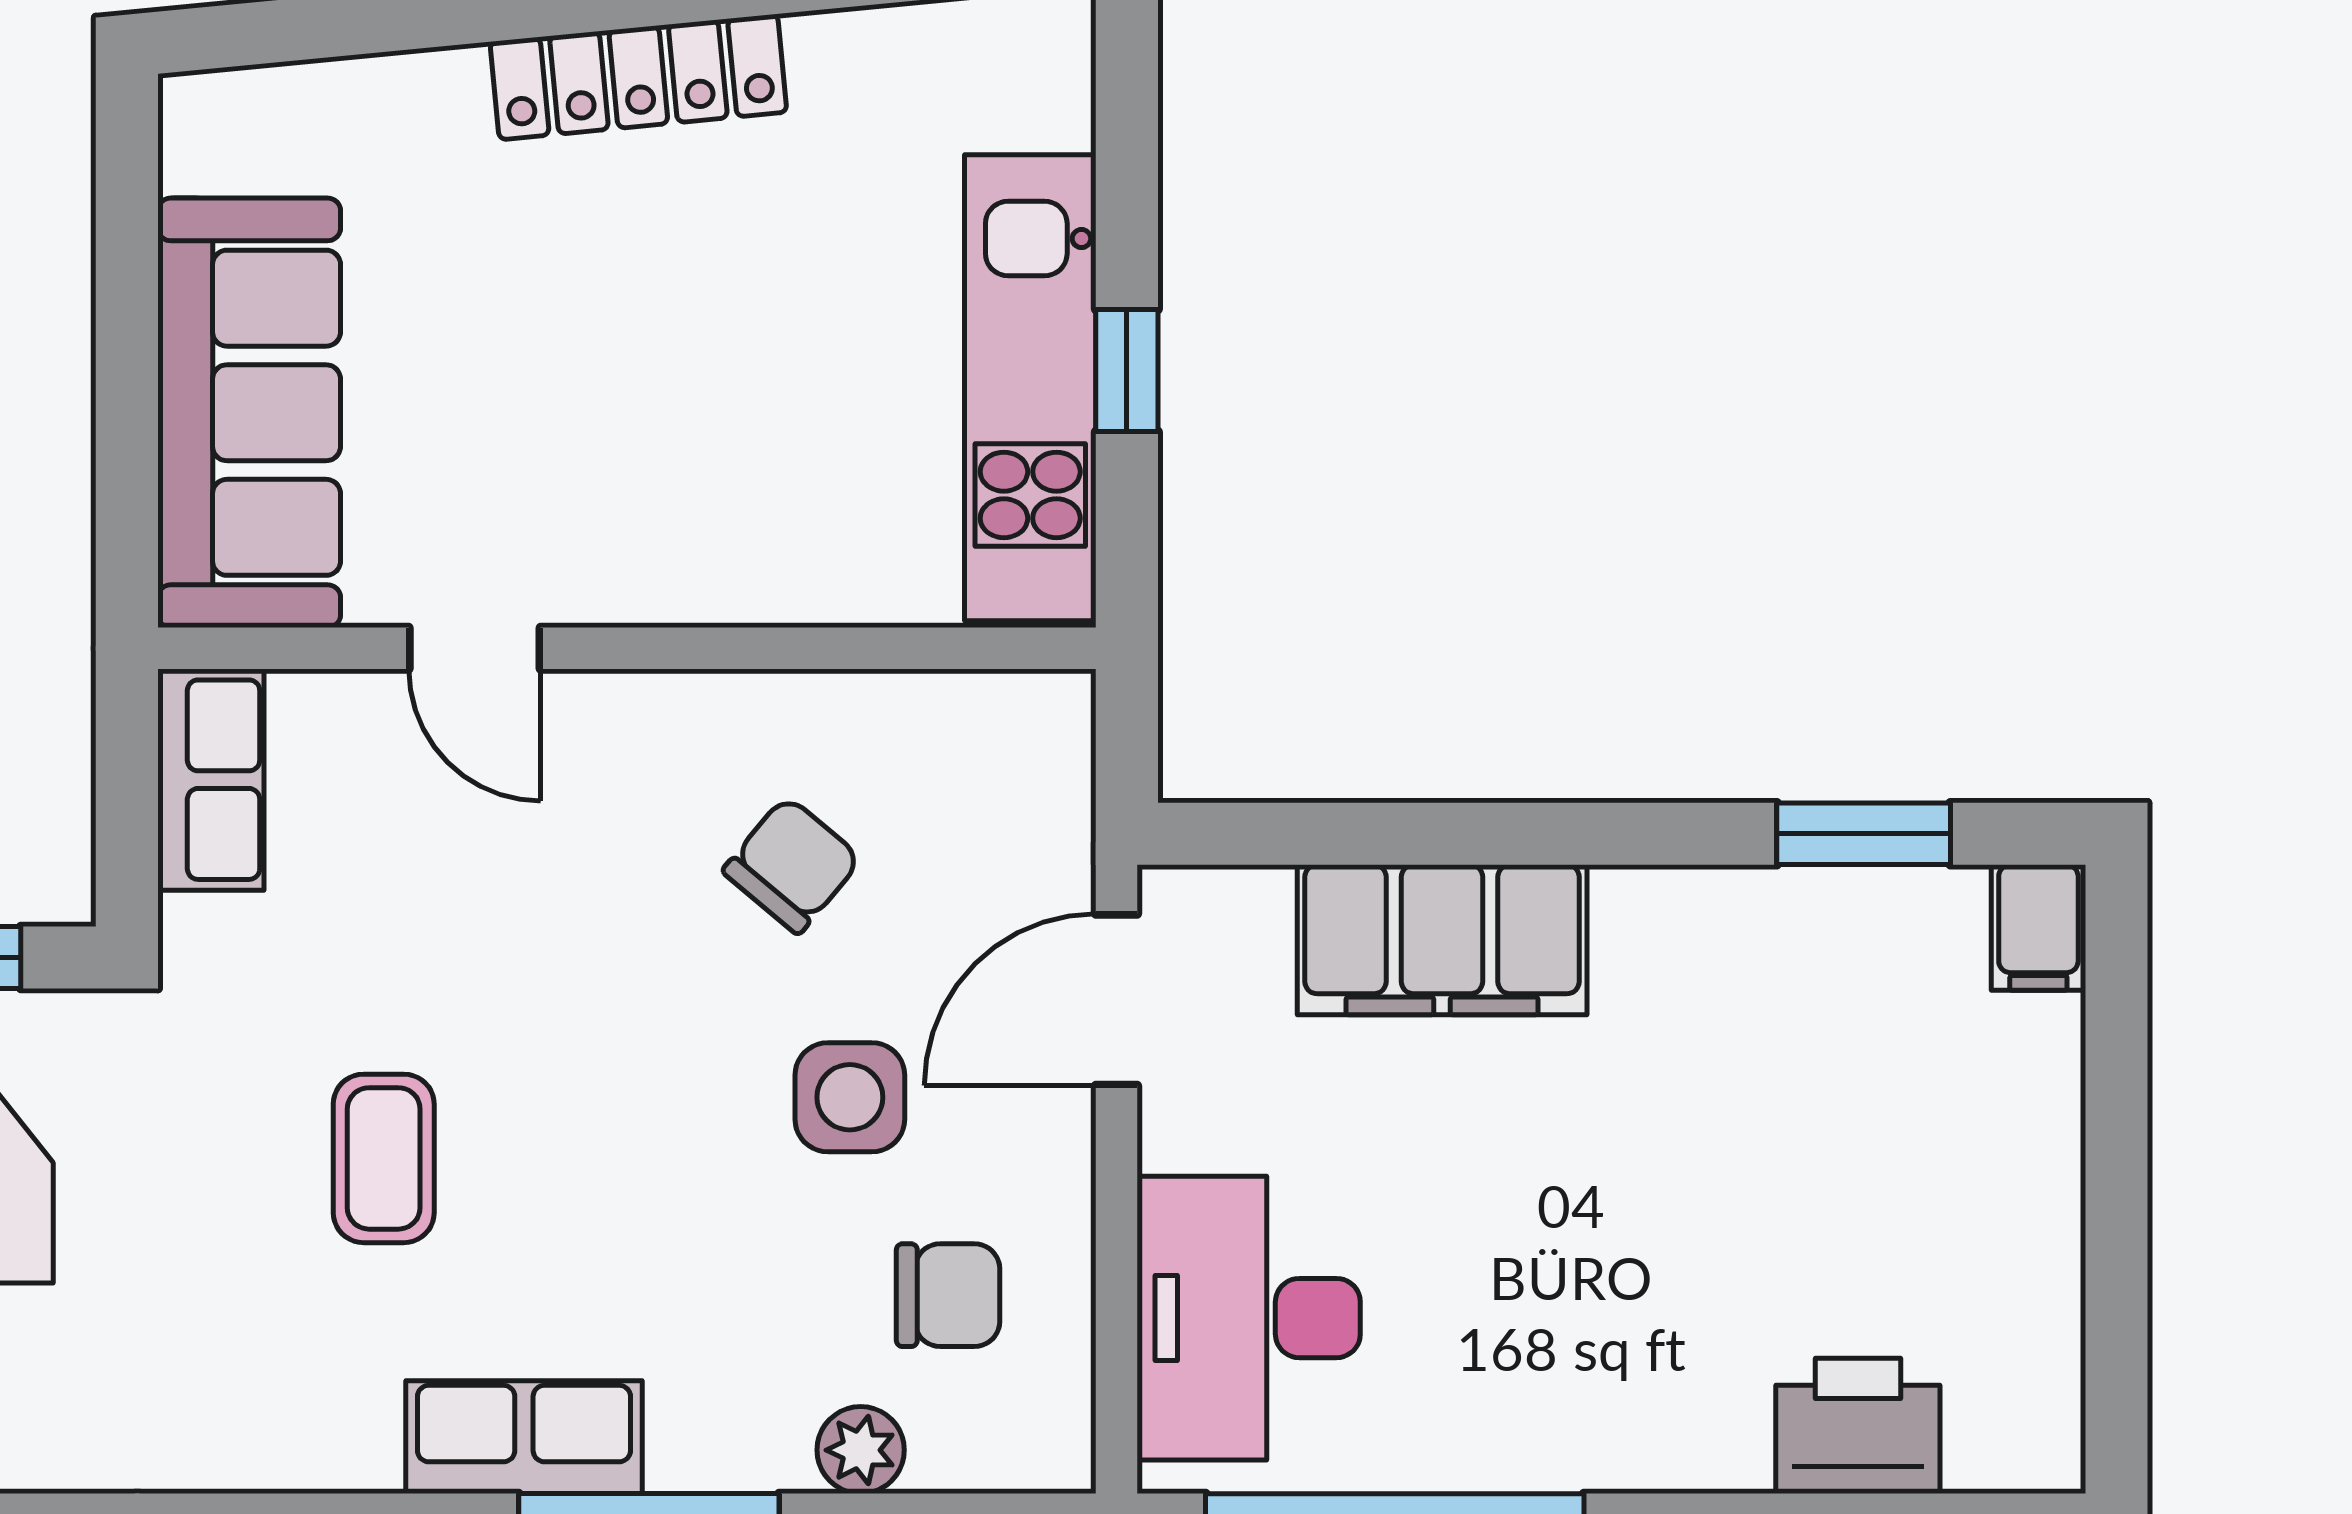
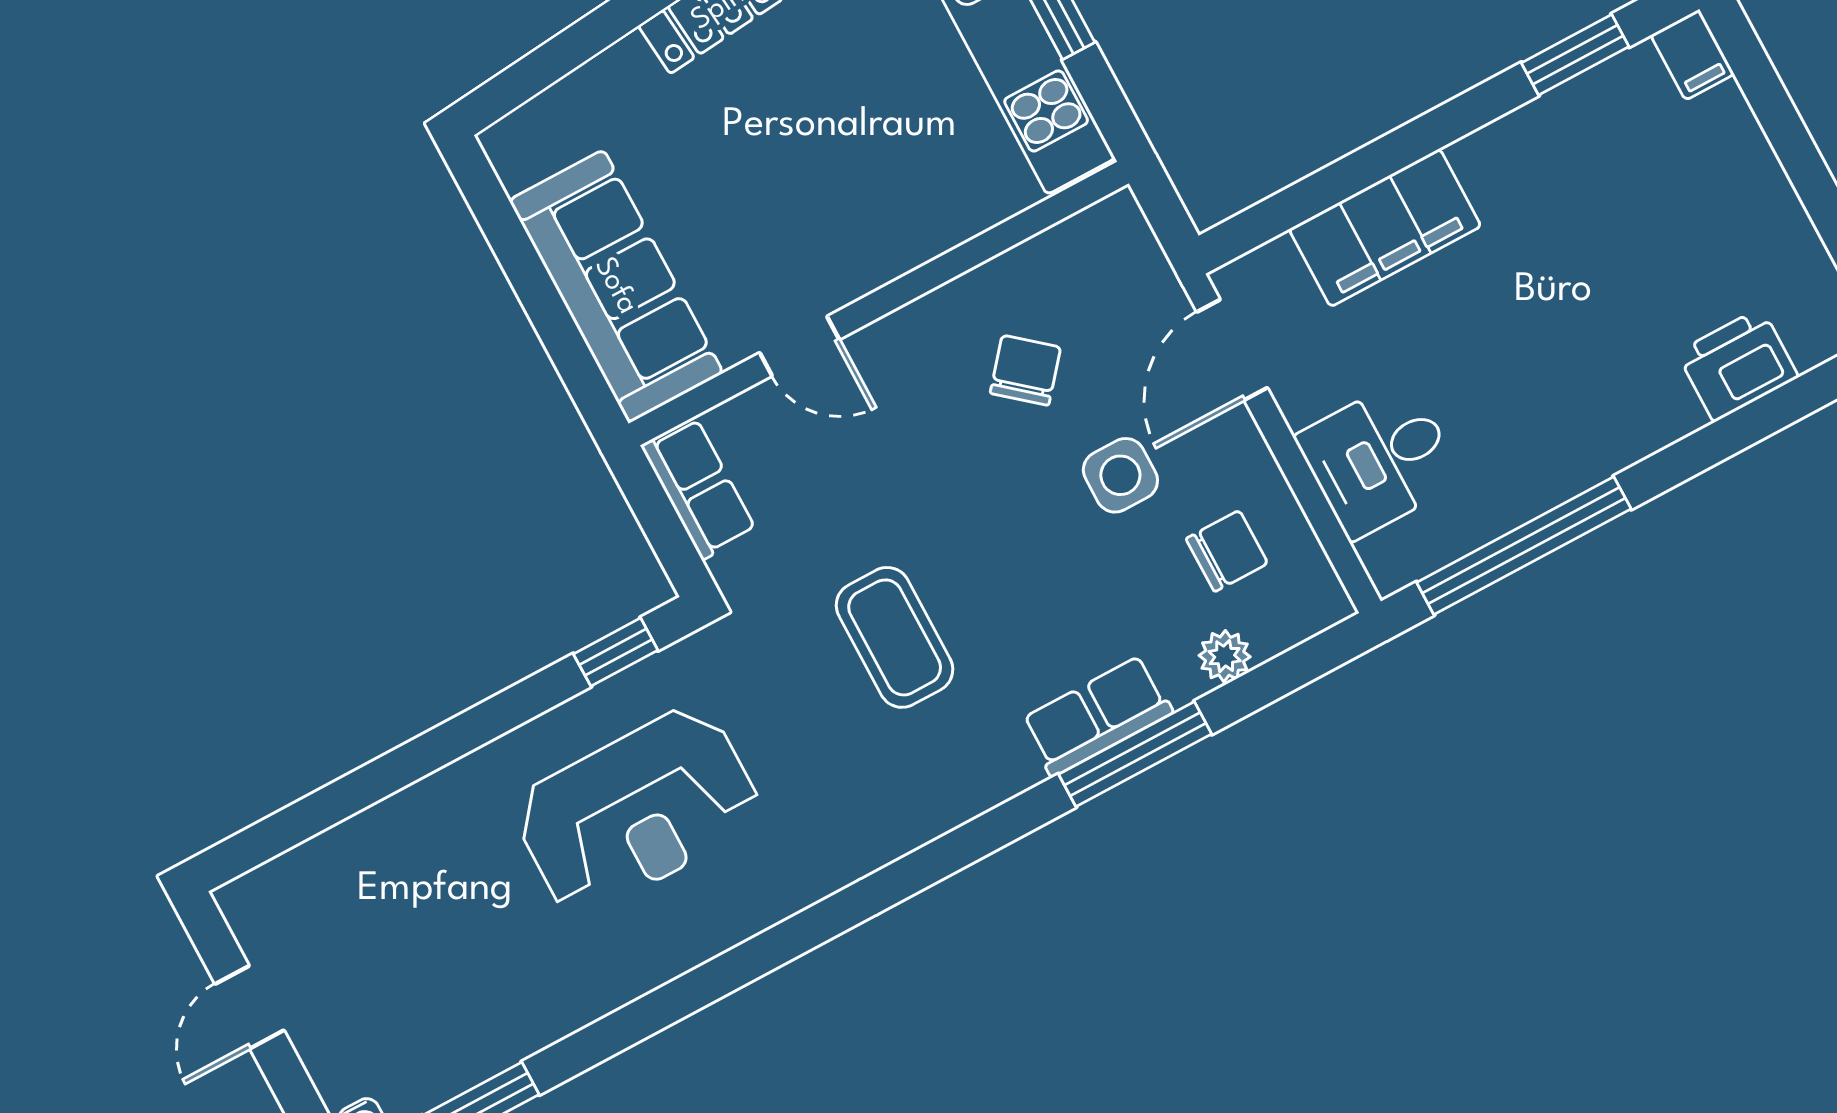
coffee table: (384, 1158) -> (895, 637), width x1.36, depth x1.30
desk: (1249, 1318) -> (1379, 459), width x0.73
row of seats: (524, 1437) -> (1097, 716), moved

